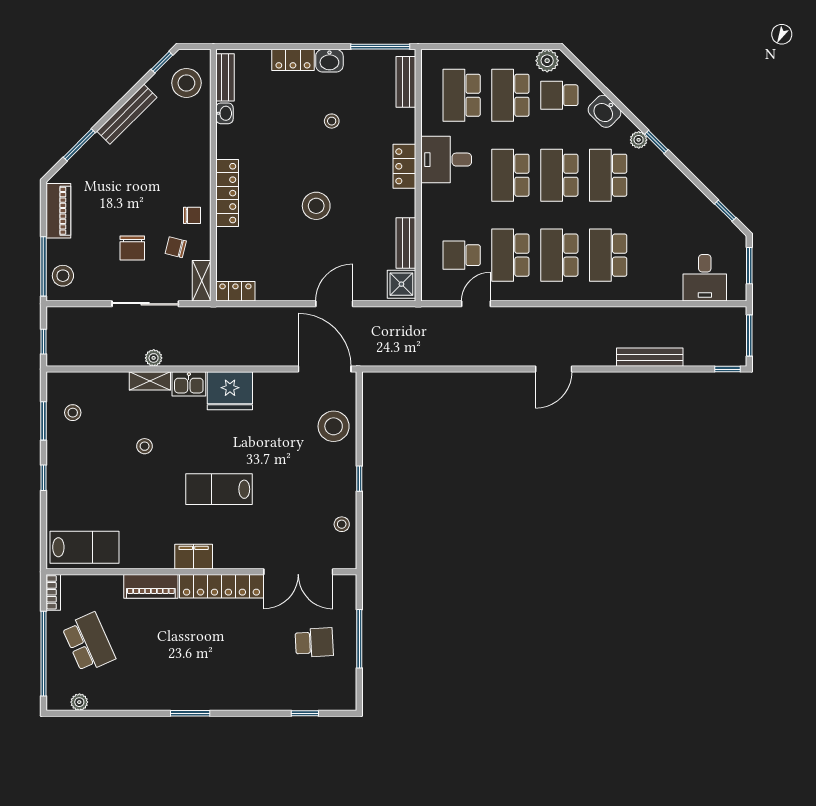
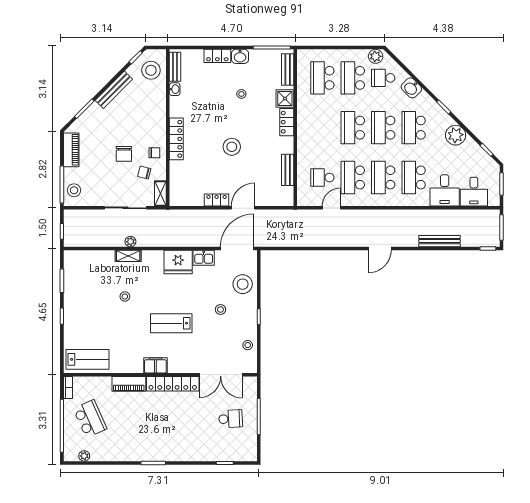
plant: (639, 140) -> (456, 135), moved, width x1.87, depth x1.87
desk: (446, 160) -> (445, 190), moved, turned -90
chair: (132, 248) -> (124, 154), moved
shower: (401, 284) -> (285, 99), moved
locker: (235, 291) -> (217, 200), moved
door: (325, 369) -> (237, 248), hinge flipped
kitchen sink: (189, 384) -> (204, 258), moved
stool: (73, 413) -> (220, 309), moved

